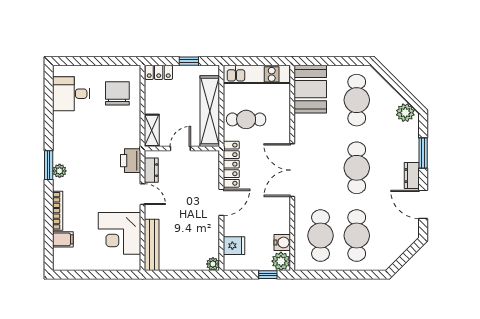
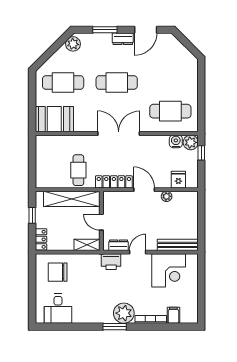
kitchen unit: (256, 74) -> (43, 162), removed
double door: (292, 170) -> (119, 134), swing flipped
plant: (60, 171) -> (124, 313), width x1.88, depth x1.88
cafe table: (357, 236) -> (170, 82), removed
plant: (213, 264) -> (167, 196), moved

